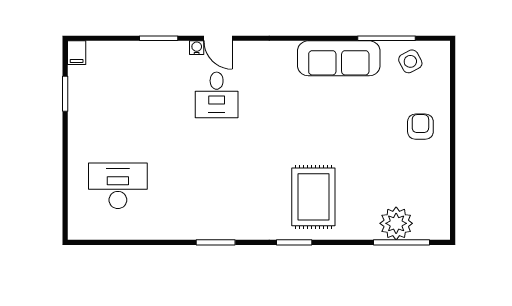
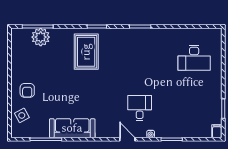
door: (218, 38) -> (127, 139), moved
side table: (410, 61) -> (22, 115), moved

